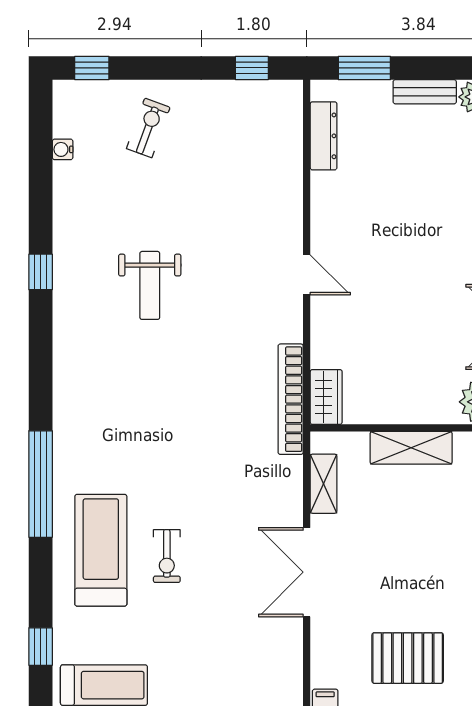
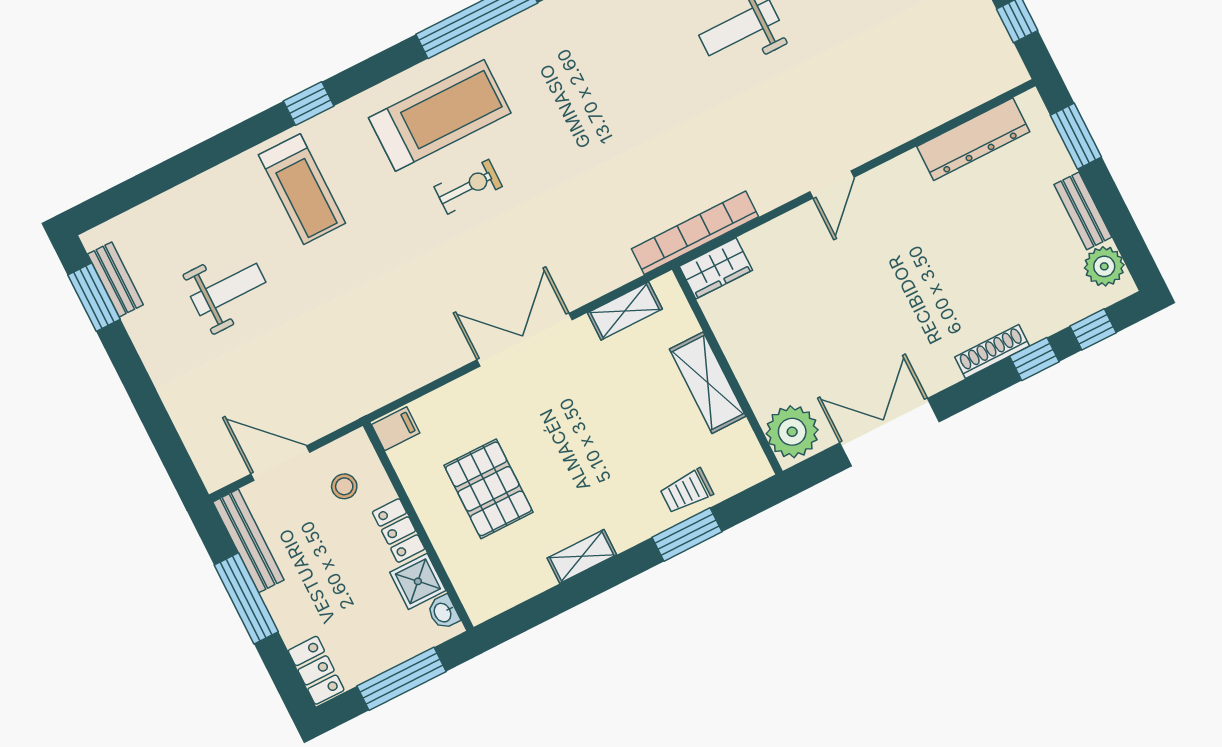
dresser: (324, 136) -> (973, 139), width x1.37, depth x1.24
exercise bike: (167, 556) -> (468, 187), turned 180

